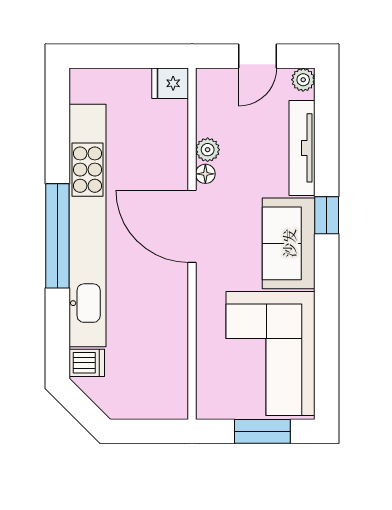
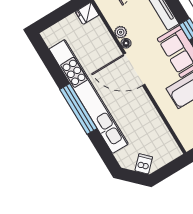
dishwasher: (87, 363) -> (144, 164), moved, turned -45

